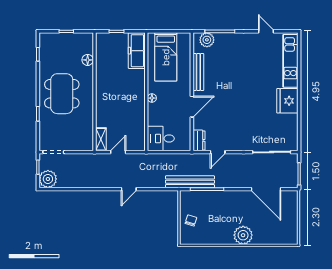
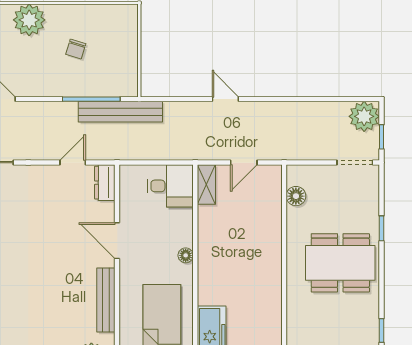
floor lamp: (88, 60) -> (296, 196), moved
dining table: (62, 94) -> (340, 263), turned 90
door: (192, 107) -> (117, 241), hinge flipped
shelving: (101, 139) -> (206, 185), moved
door: (129, 189) -> (225, 99), hinge flipped
chair: (191, 220) -> (76, 49), moved

